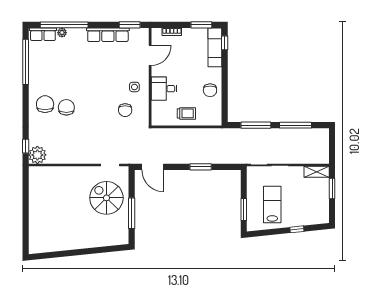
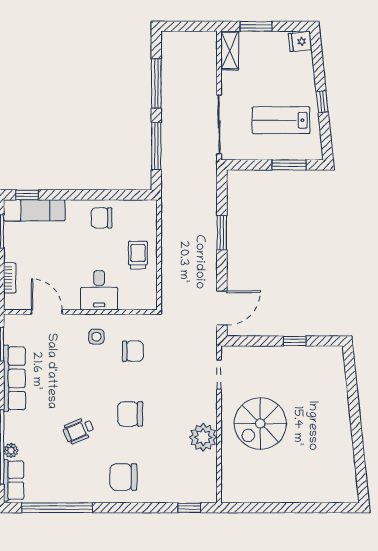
wheelchair: (75, 76) -> (79, 430), added
chair: (210, 90) -> (102, 218), turned 180
chair: (66, 107) -> (130, 414), moved
plant: (37, 155) -> (203, 437), moved
spiral stairs: (106, 198) -> (260, 423), moved
window: (132, 213) -> (295, 341), width x0.46
fridge: (322, 217) -> (300, 42), added
window: (297, 229) -> (322, 102), moved

